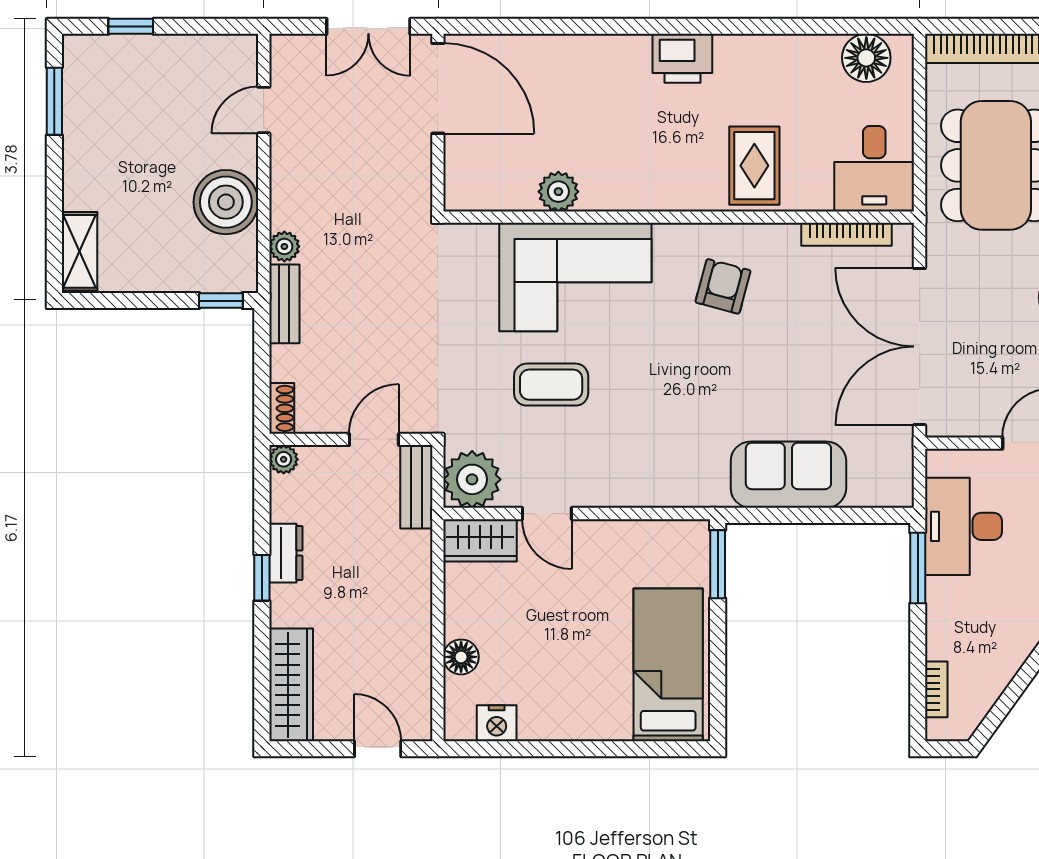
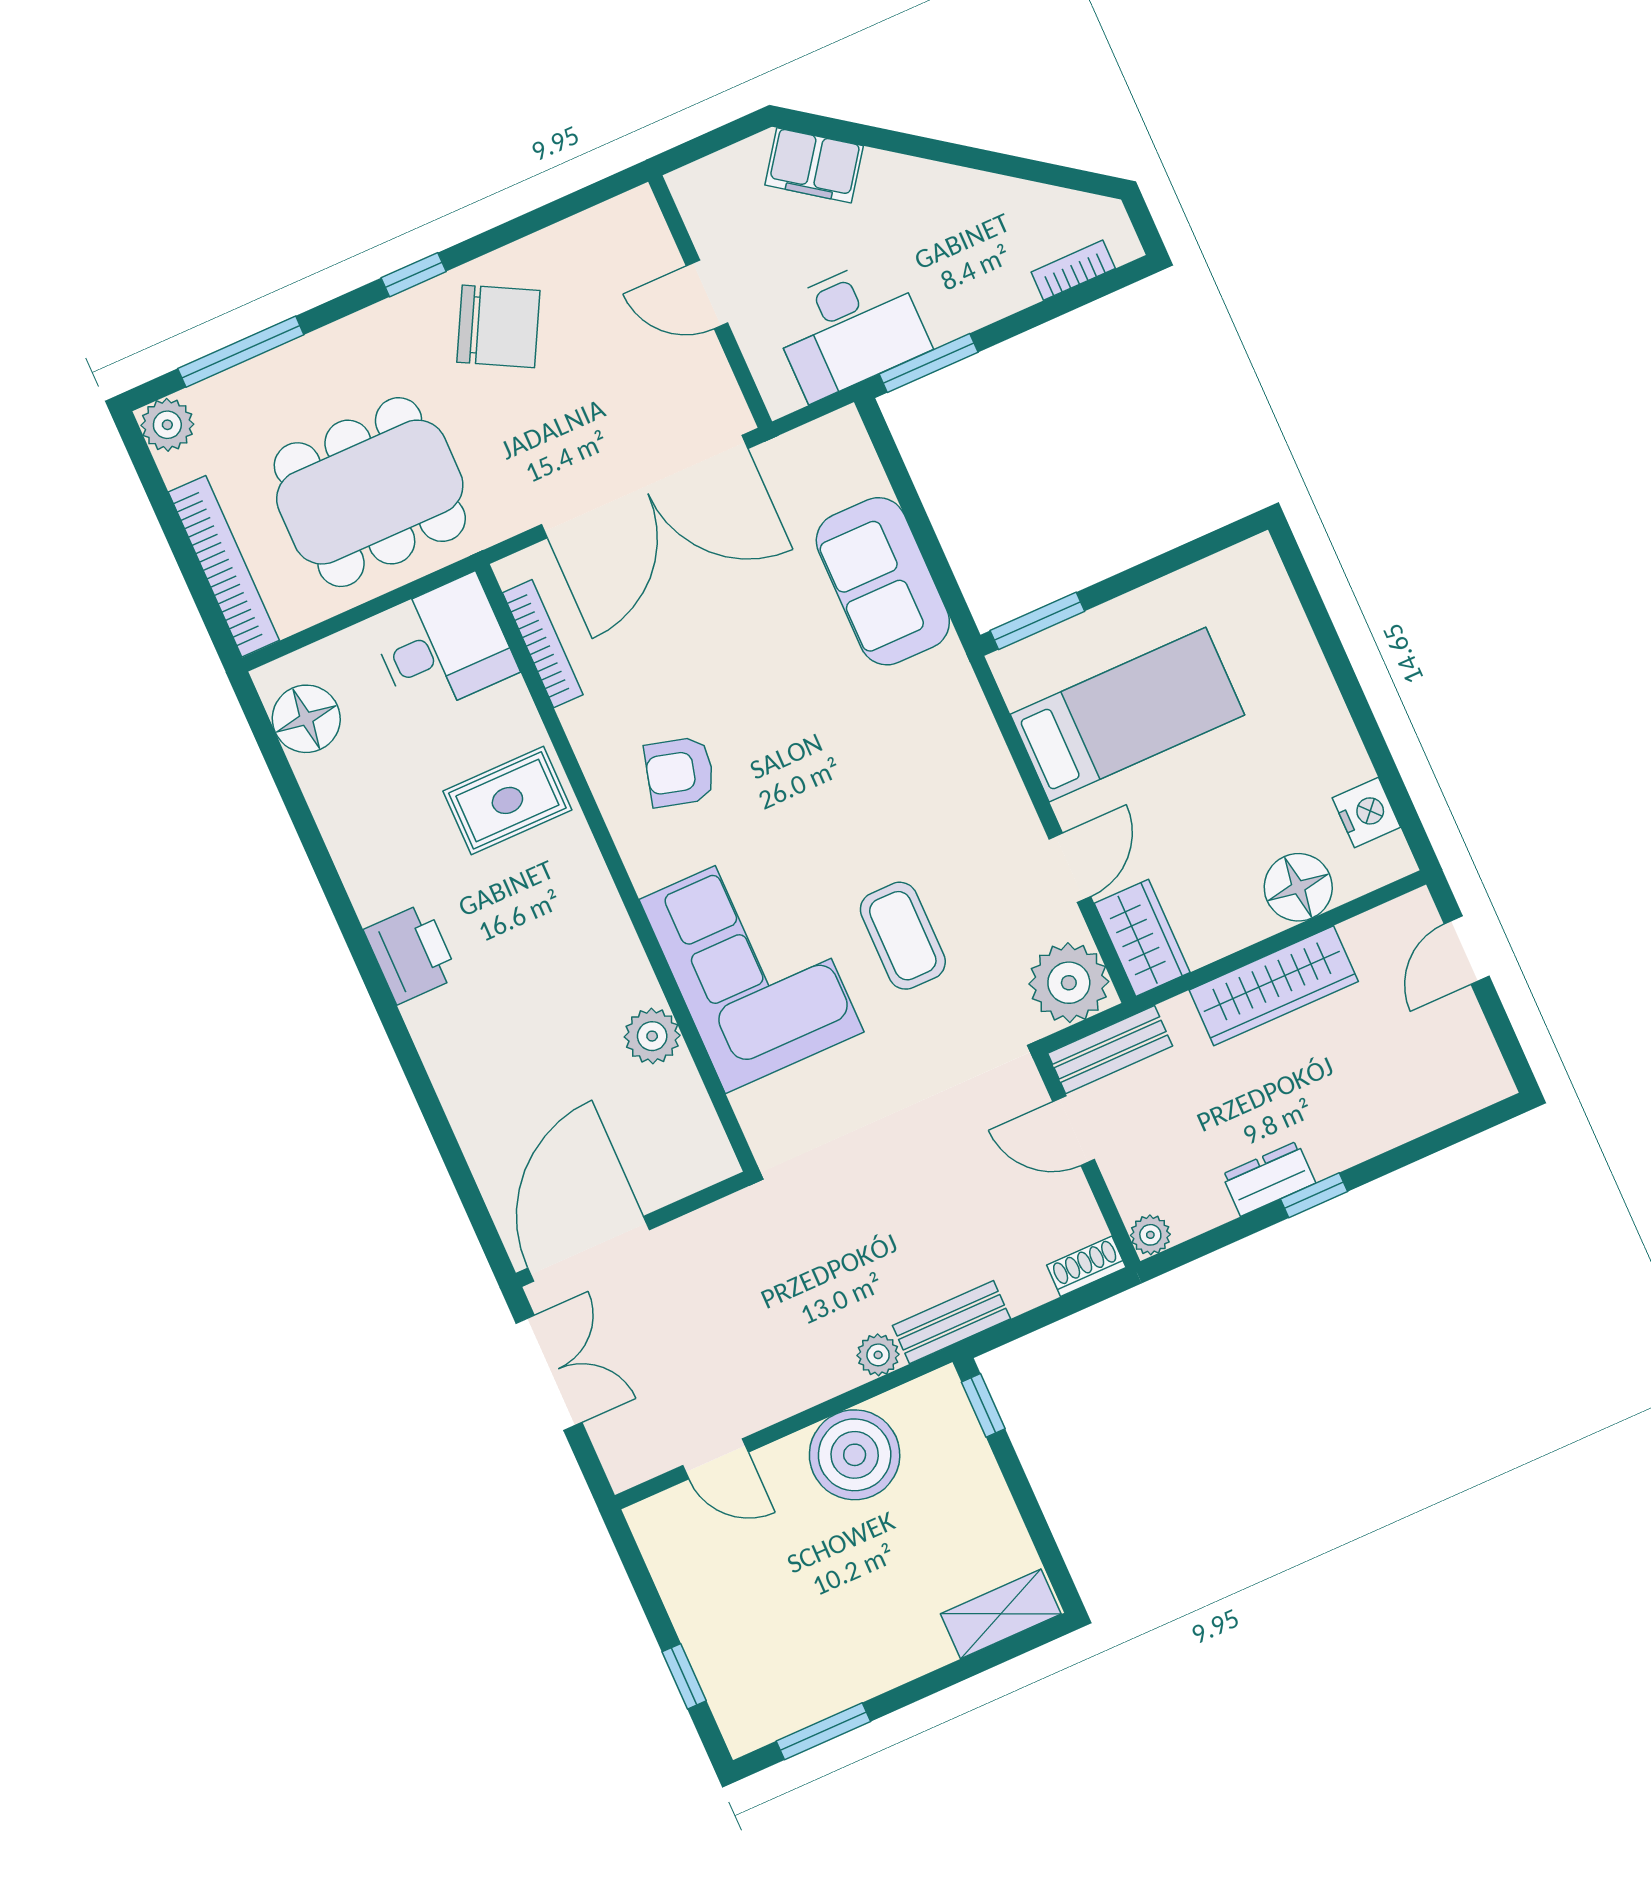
floor lamp: (461, 657) -> (1298, 887), width x1.38, depth x1.38
bed: (668, 665) -> (1127, 715), moved, turned 180
wardrobe: (291, 685) -> (1274, 986), moved, turned 180

